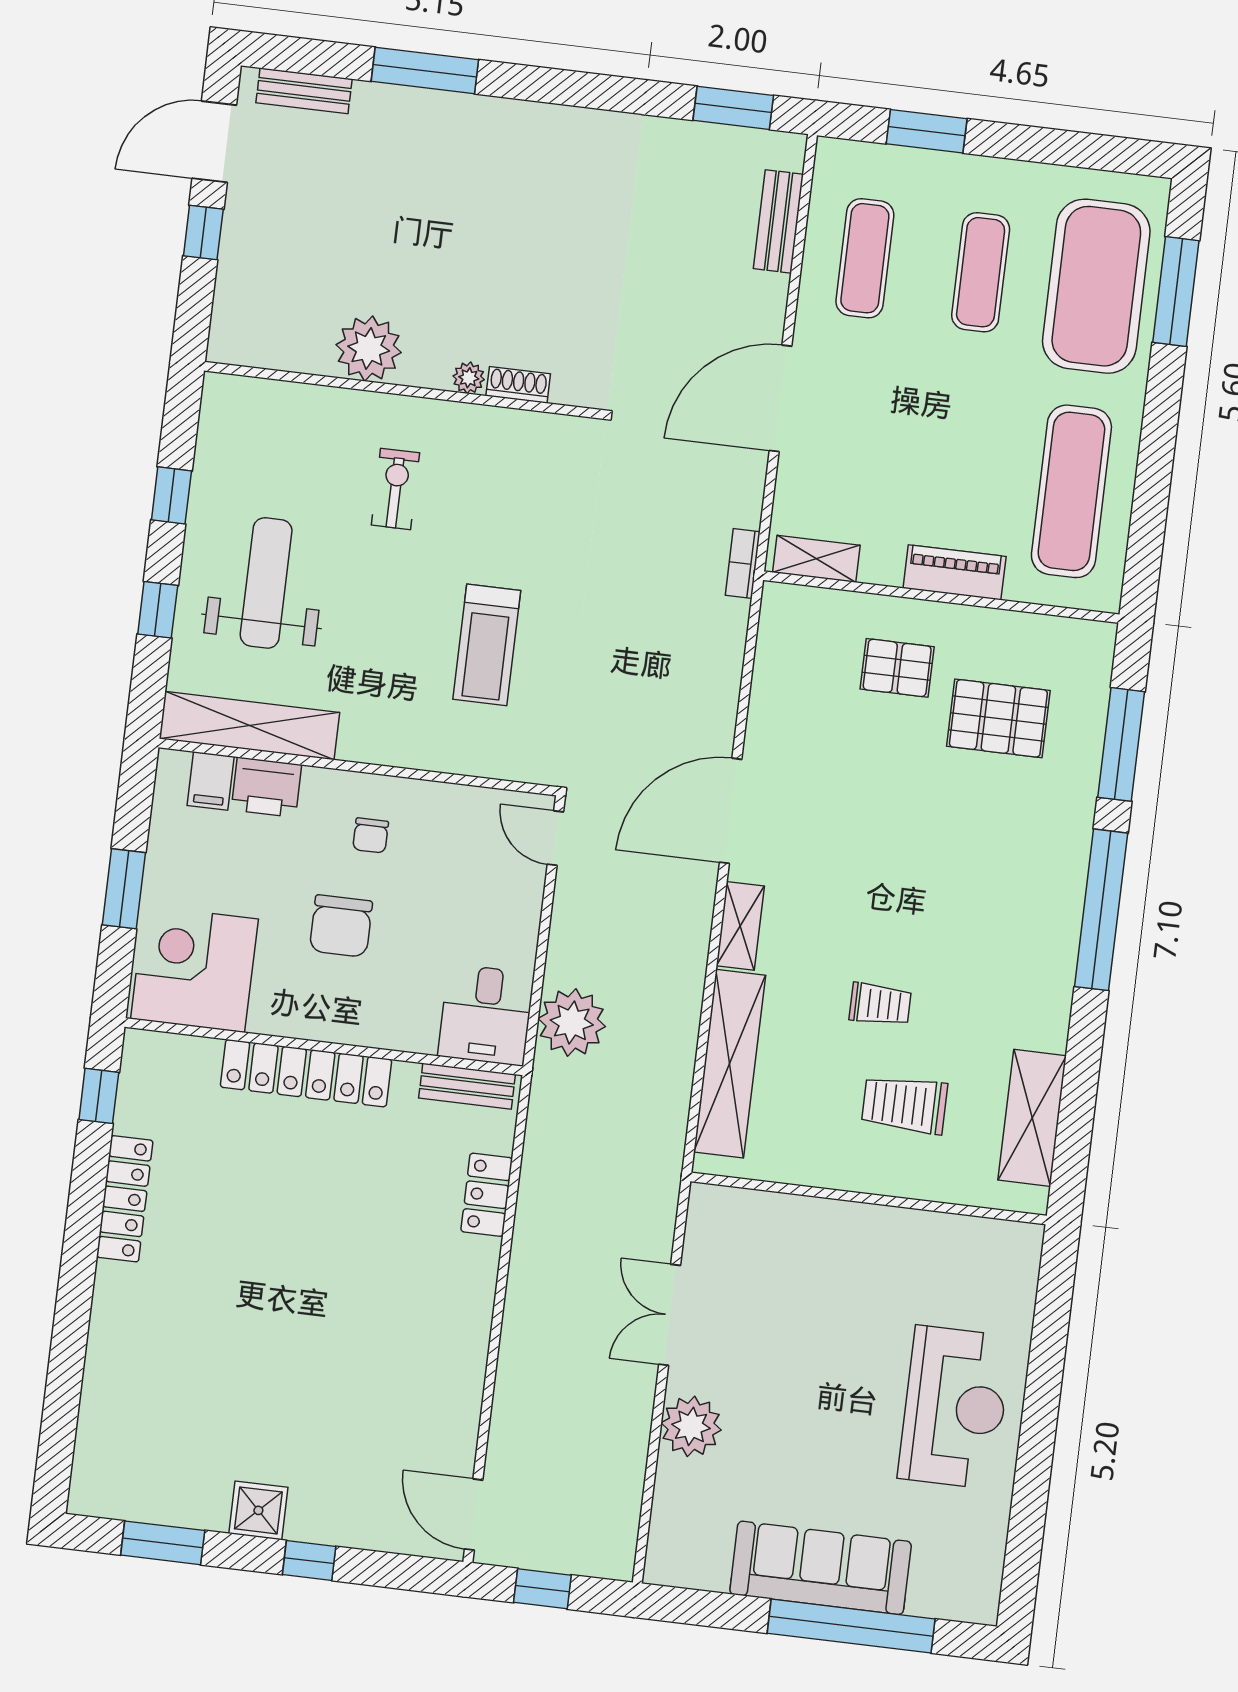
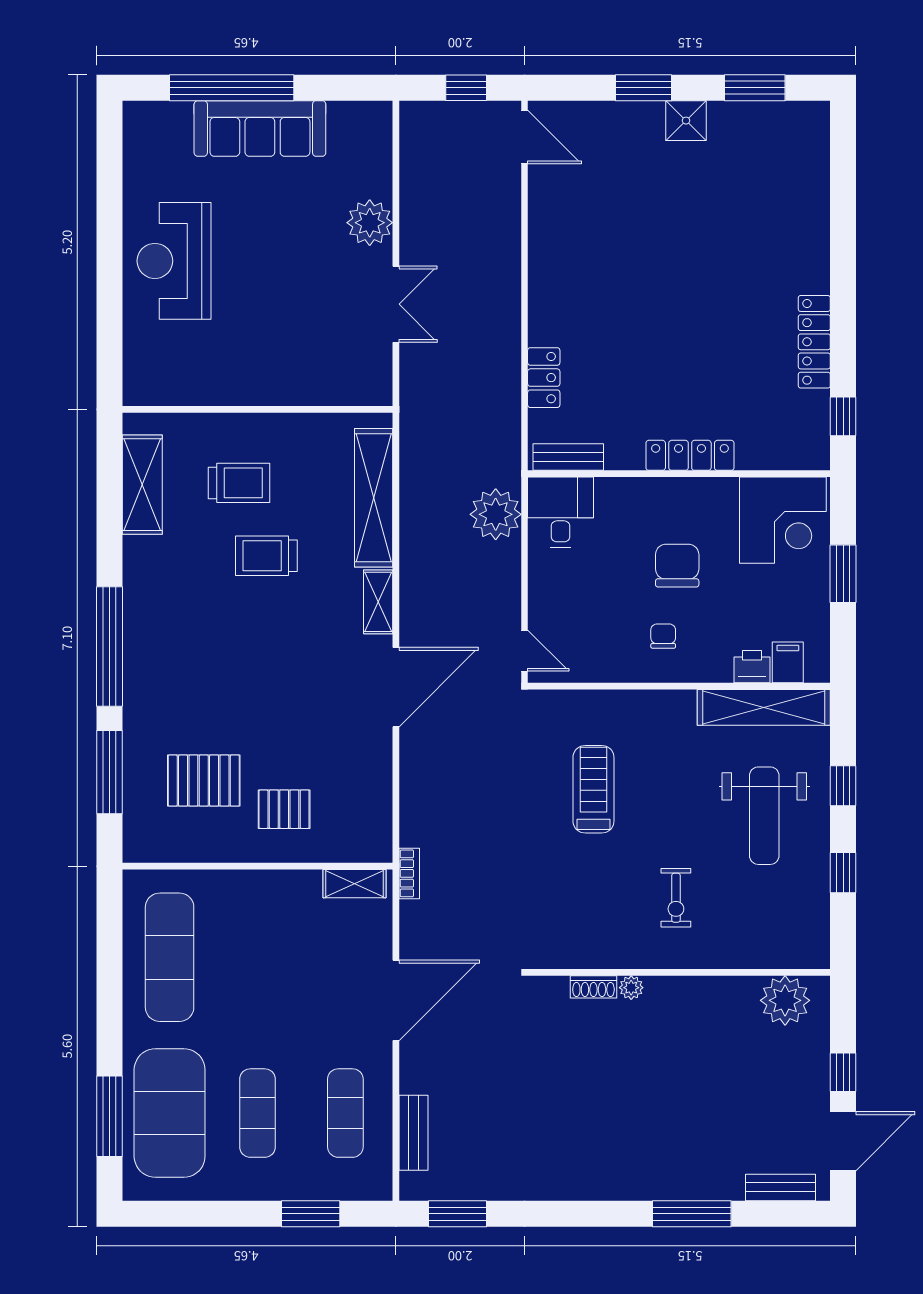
plant: (369, 349) -> (785, 1000), moved
piano: (955, 572) -> (250, 886), removed
printer: (266, 787) -> (752, 667), width x0.73, depth x0.81
trolley: (880, 1004) -> (266, 556), width x1.36, depth x1.39
locker: (306, 1073) -> (690, 455), width x0.71, depth x0.83
window: (309, 1561) -> (644, 88), width x1.50

